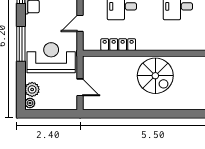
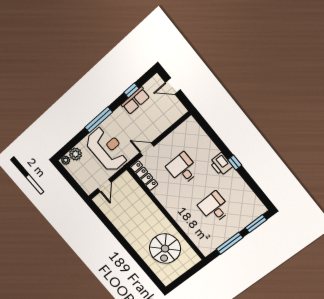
locker: (118, 45) -> (144, 176), moved
spiral stairs: (155, 76) -> (165, 249), moved

